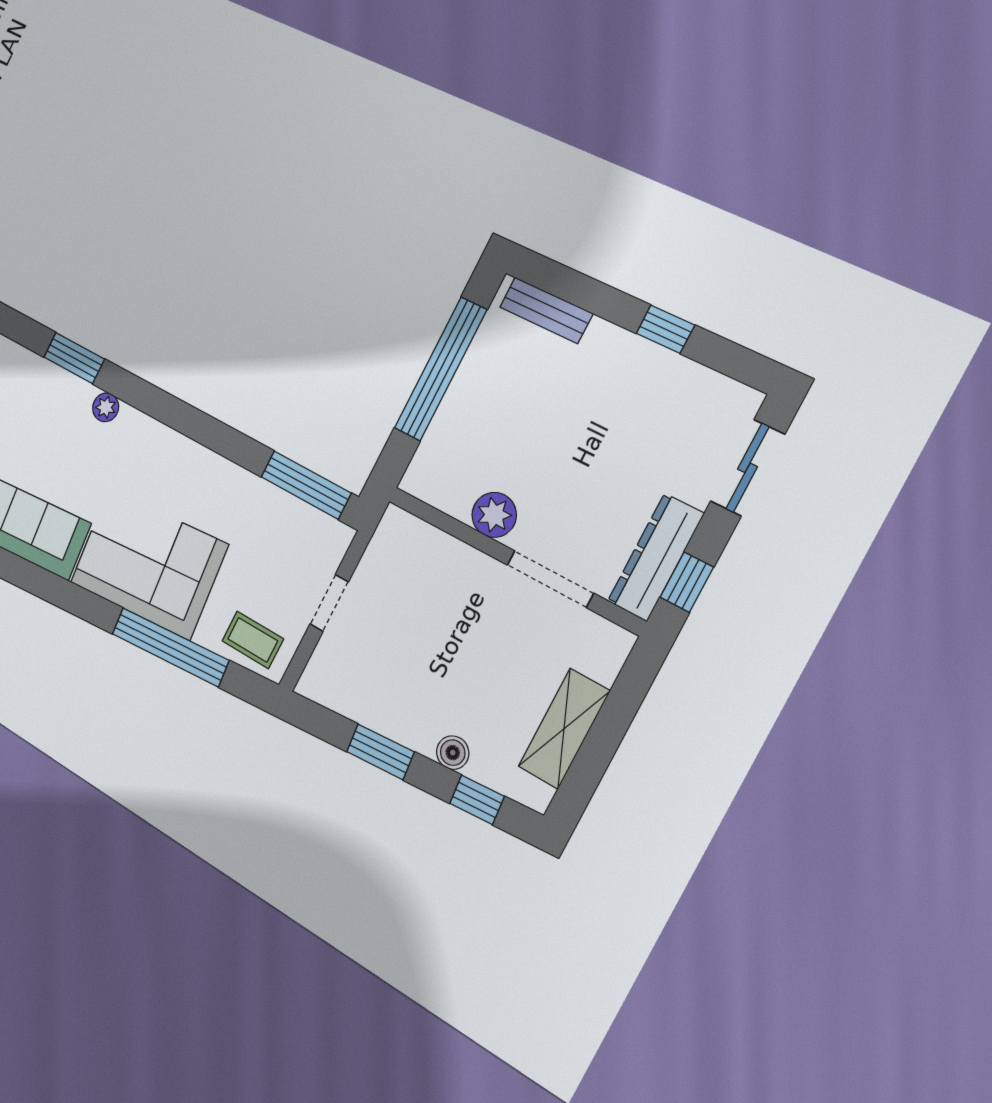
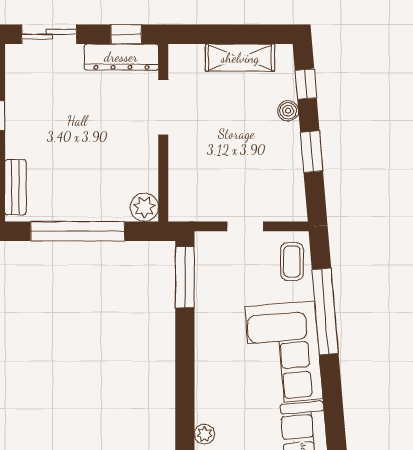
plant: (494, 515) -> (144, 207), moved

